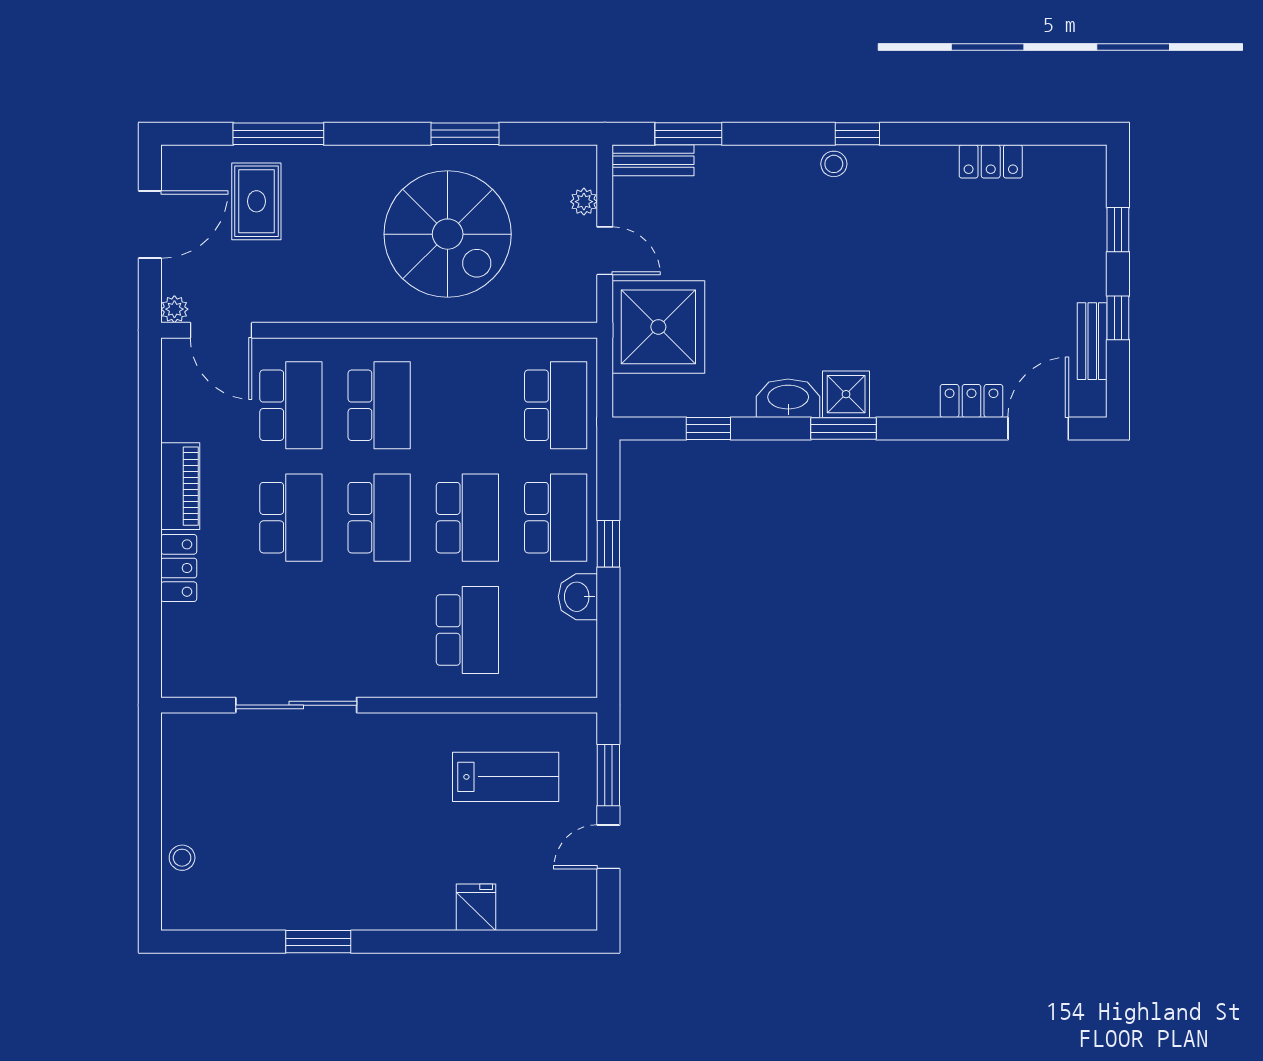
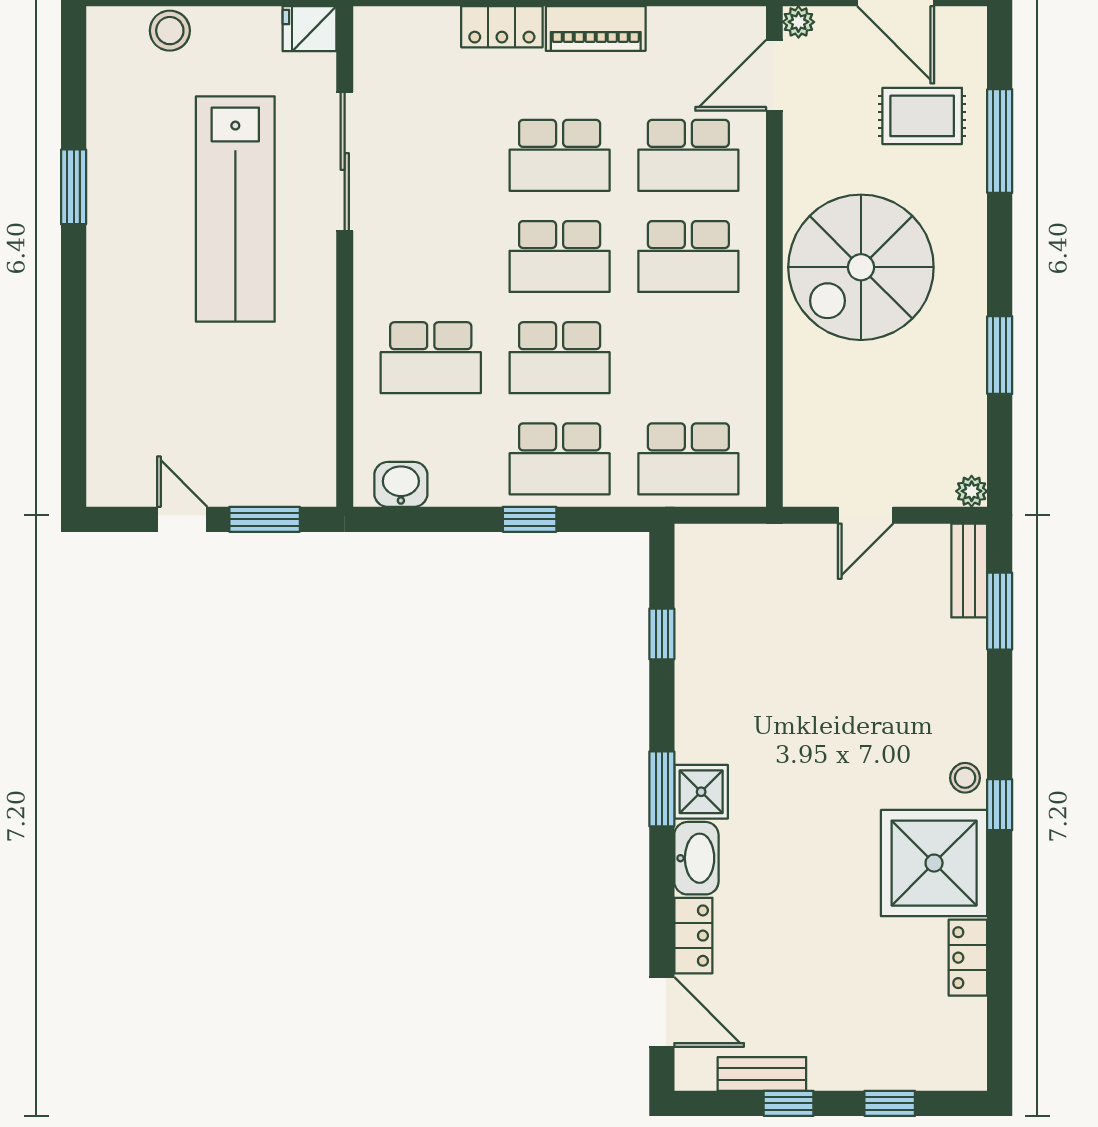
plant: (584, 202) -> (972, 491), moved
spiral stairs: (448, 234) -> (861, 267), moved
shower: (658, 327) -> (934, 863), moved
washbasin: (788, 398) -> (696, 858), moved
washbasin: (578, 597) -> (401, 484), moved
lab bench: (506, 777) -> (235, 209), moved, width x1.86, depth x1.39
stool: (182, 858) -> (170, 31), width x1.37, depth x1.37
fridge: (476, 907) -> (310, 29), moved, turned 180

